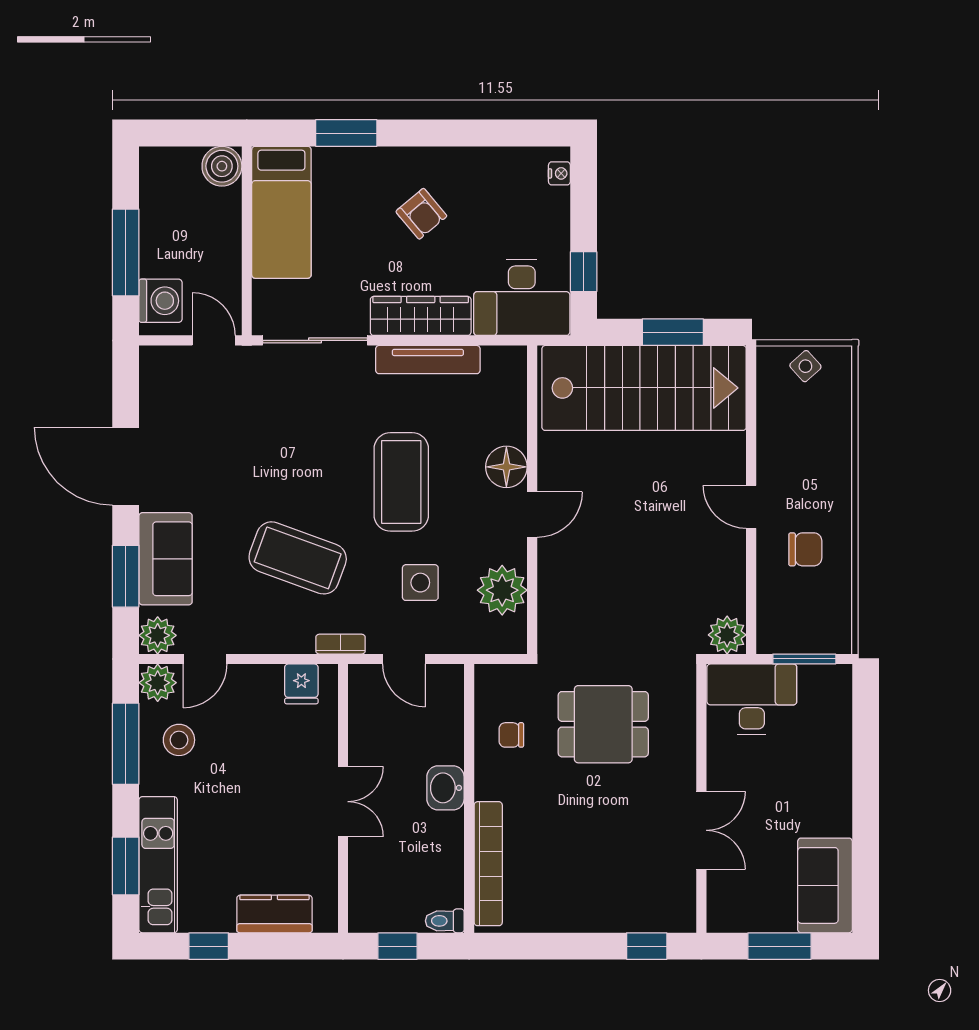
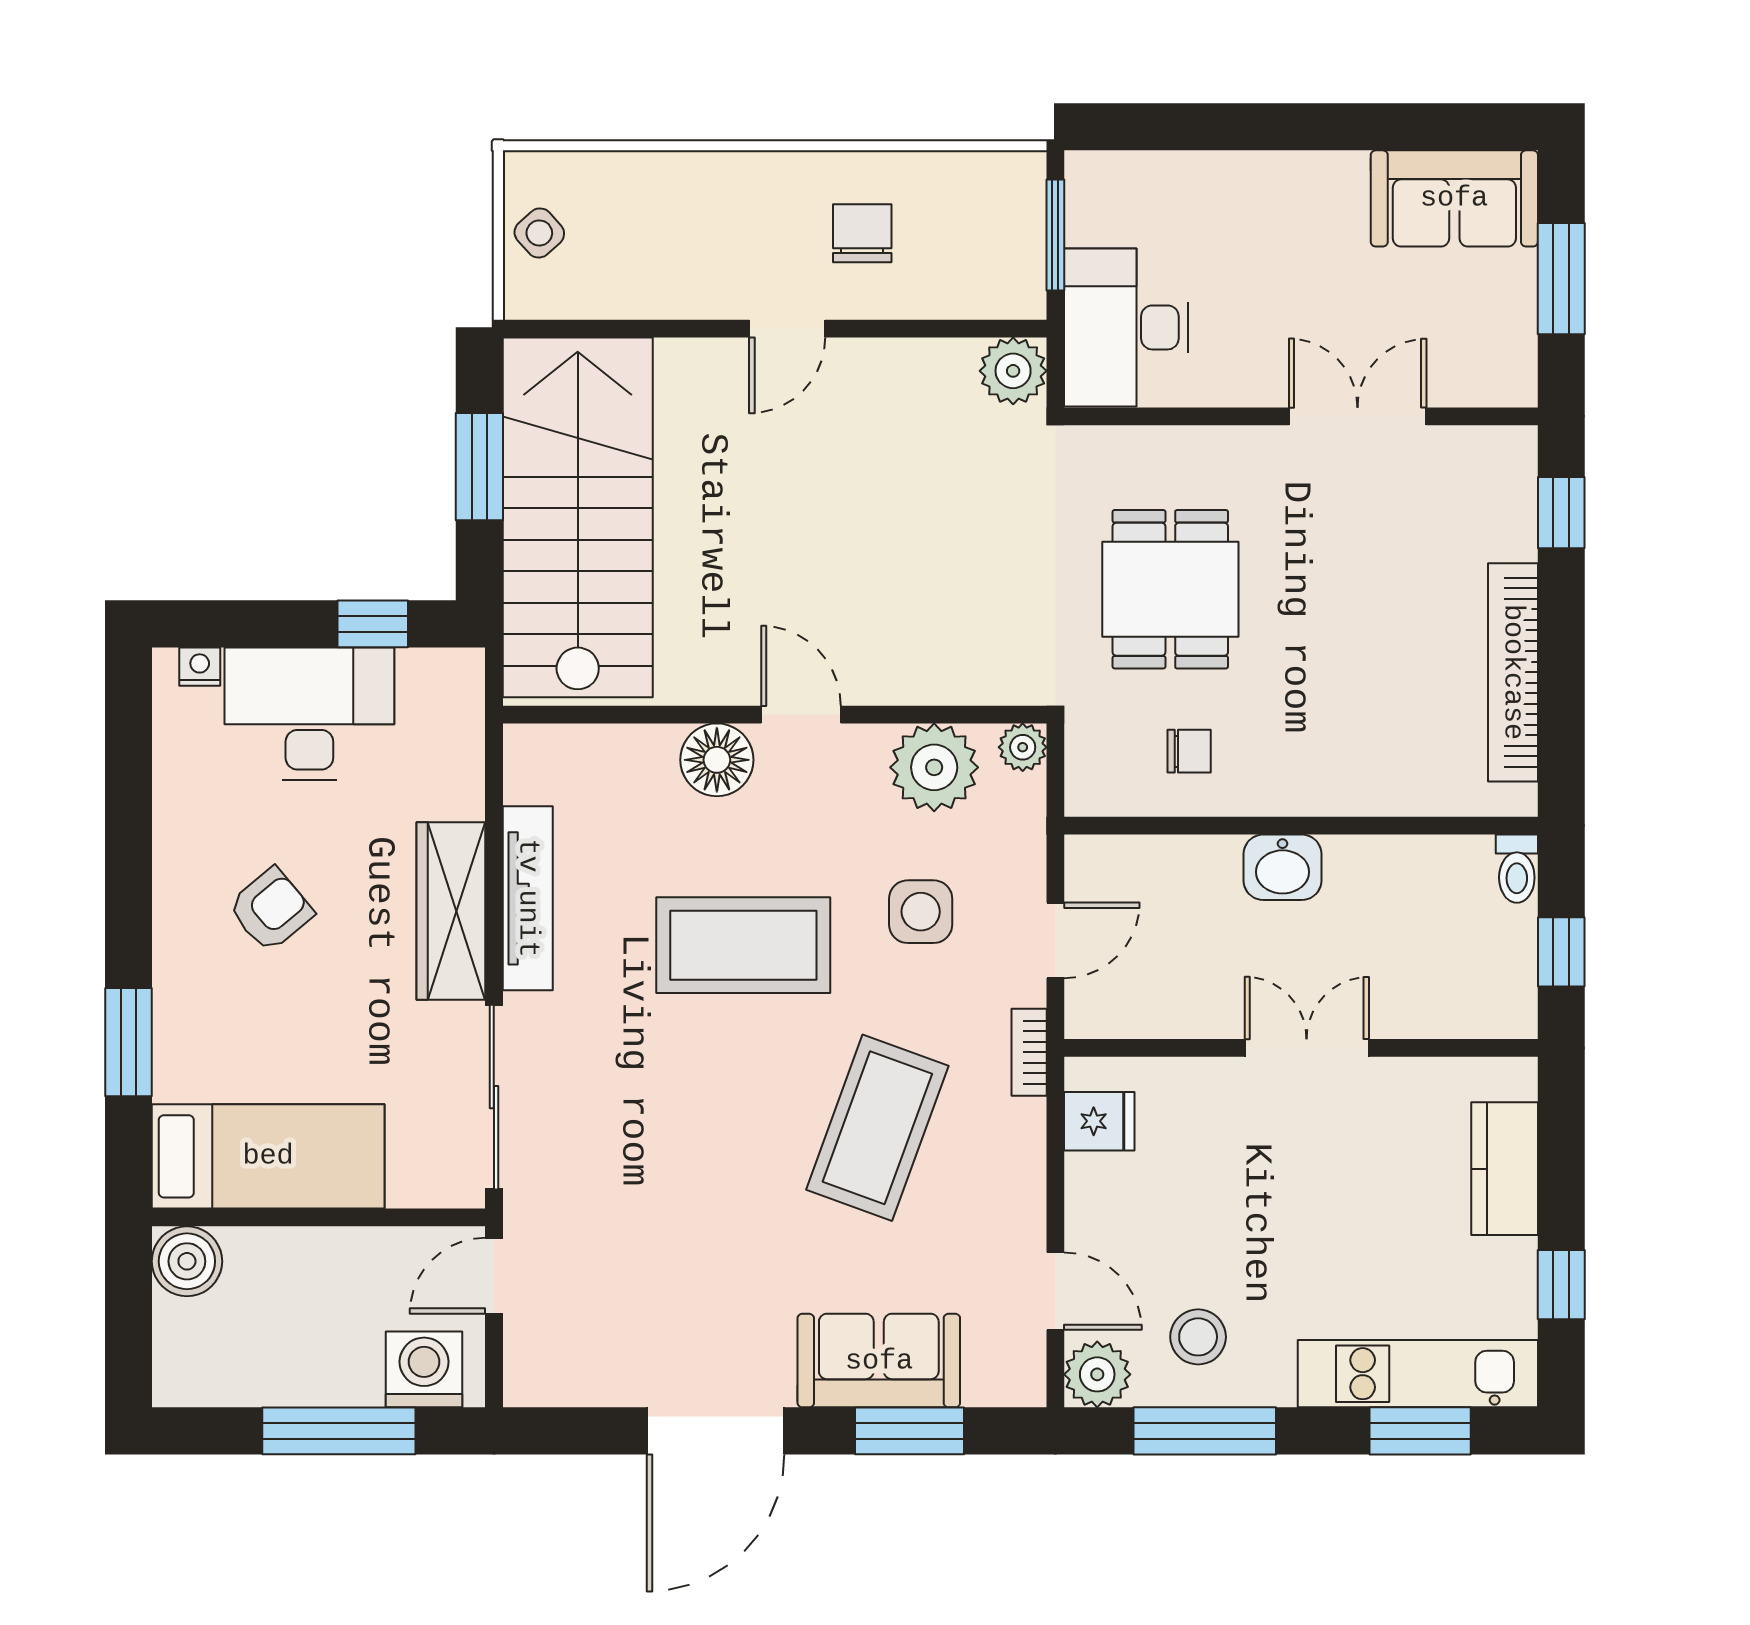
desk: (522, 298) -> (309, 714), moved, turned -90
plant: (158, 635) -> (1023, 747), moved, width x0.73, depth x0.73
chair: (511, 735) -> (1189, 751), turned -90
bookcase: (488, 864) -> (1513, 672), moved, turned -90

